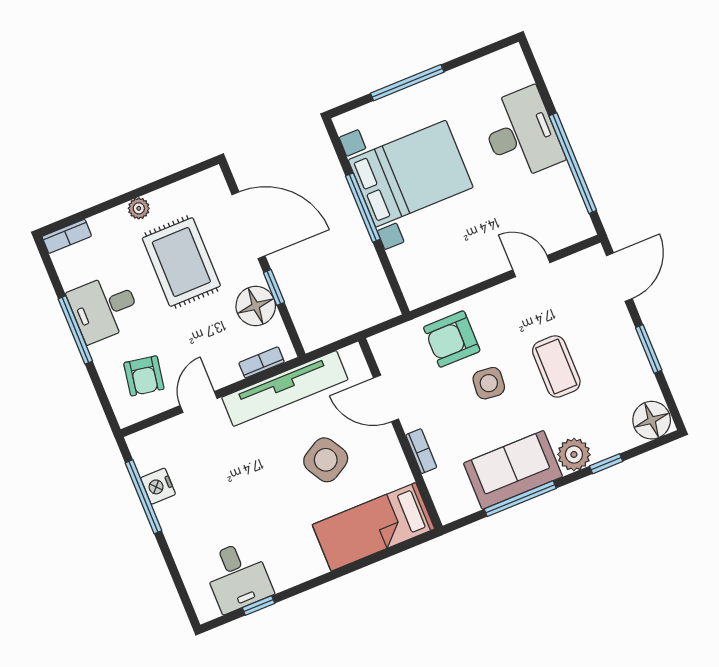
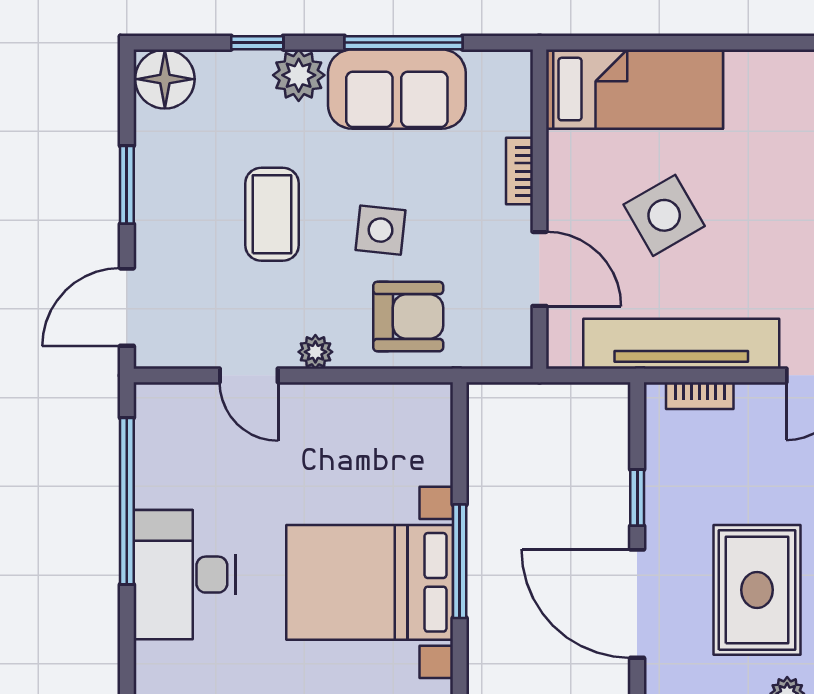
plant: (498, 296) -> (315, 352), added
floor lamp: (256, 306) -> (675, 482), removed

